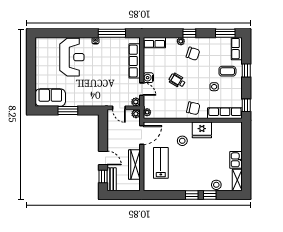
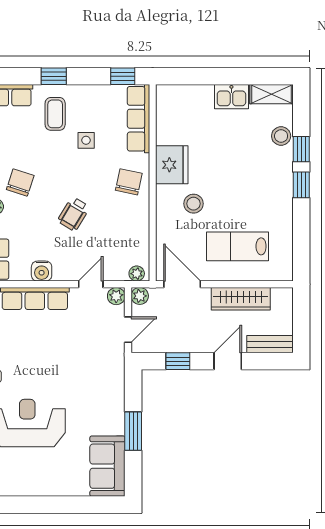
water cooler: (148, 78) -> (42, 271), moved
window: (103, 176) -> (178, 361), moved

